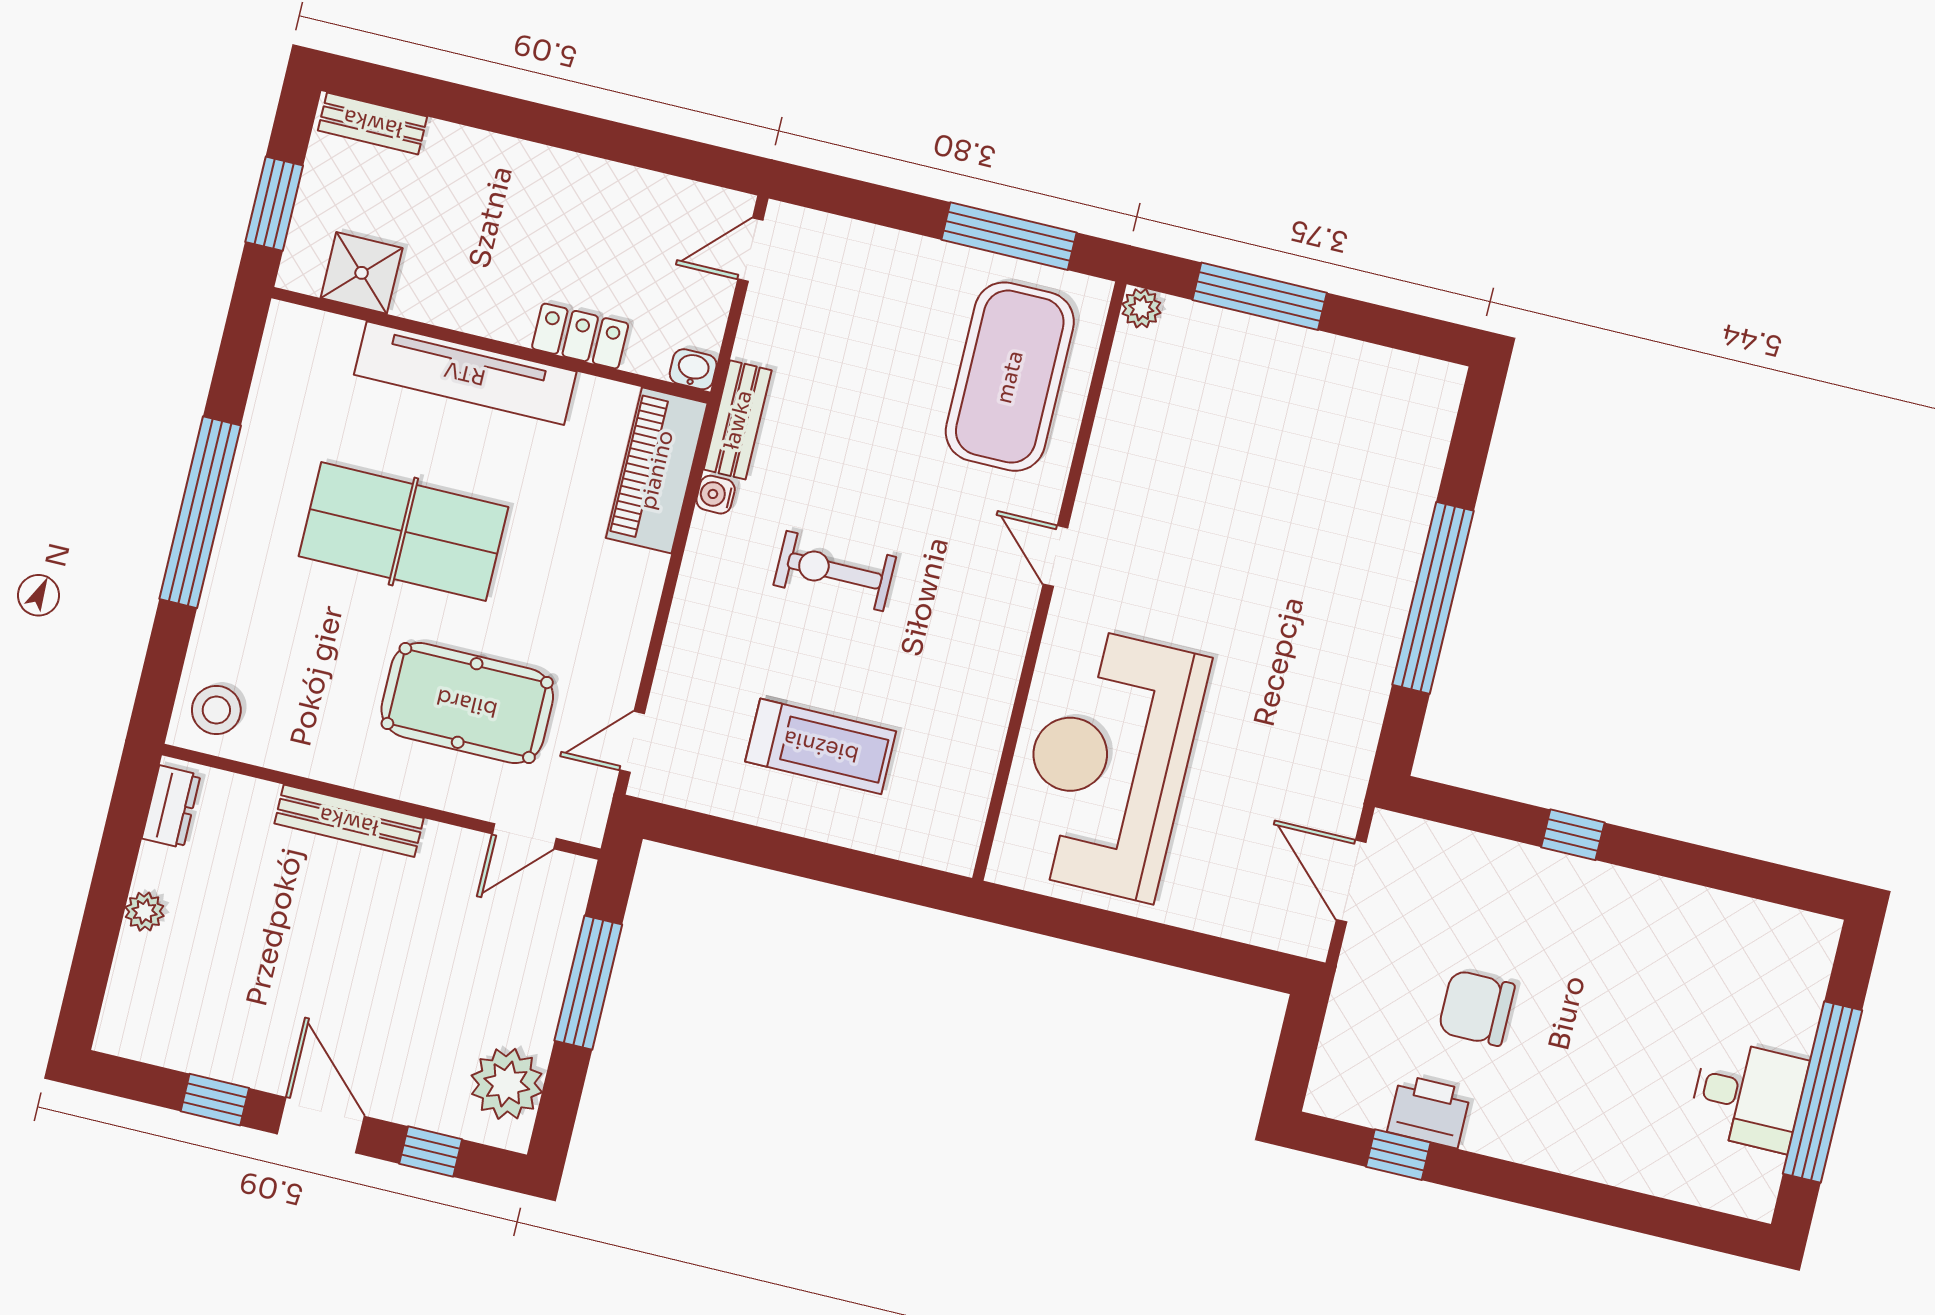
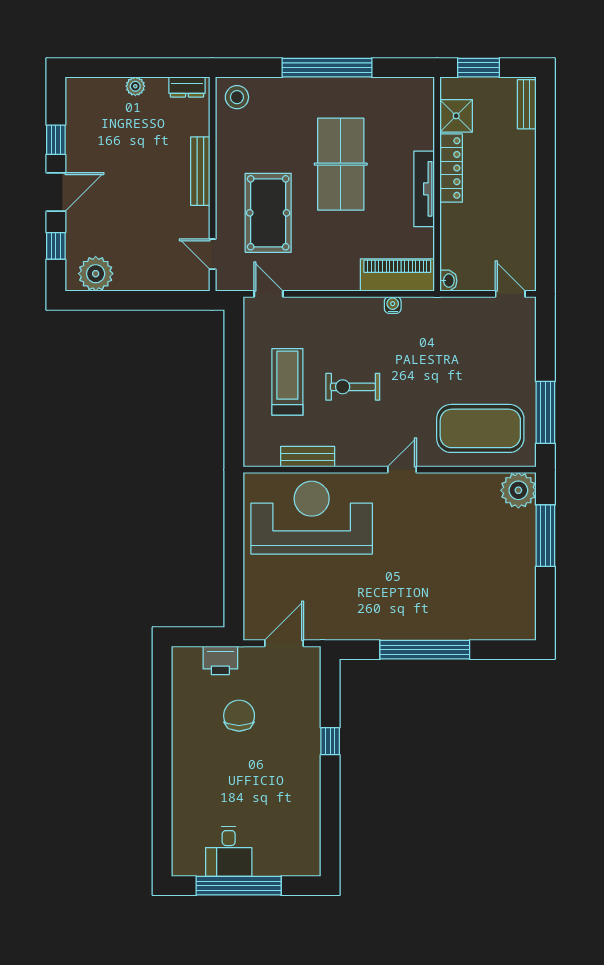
plant: (1141, 308) -> (518, 490), width x1.87, depth x1.87
locker: (580, 336) -> (451, 168), moved, width x1.53
tv unit: (465, 373) -> (424, 189), width x0.73, depth x0.78
bench: (738, 420) -> (308, 457), moved
exercise bike: (835, 571) -> (353, 387), moved, turned -90
treadmill: (821, 746) -> (287, 382), turned 180
window: (588, 983) -> (152, 300), removed
printer: (1429, 1111) -> (220, 660), moved, turned 90
window: (1398, 1155) -> (162, 696), removed

